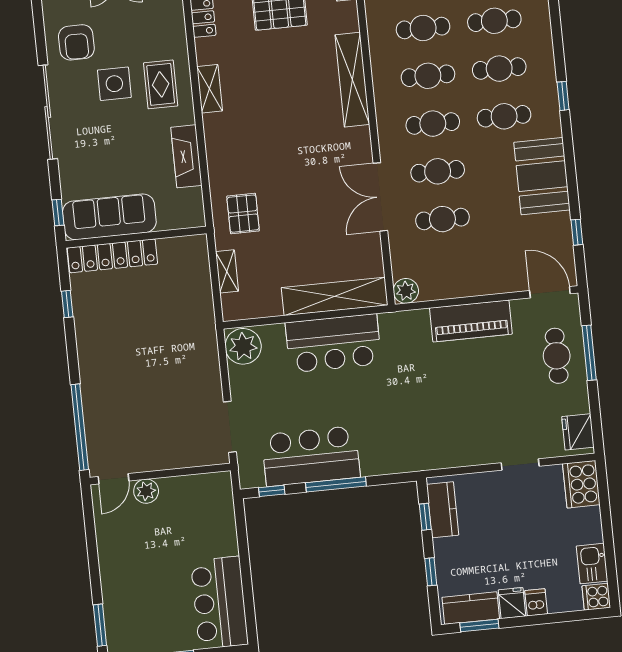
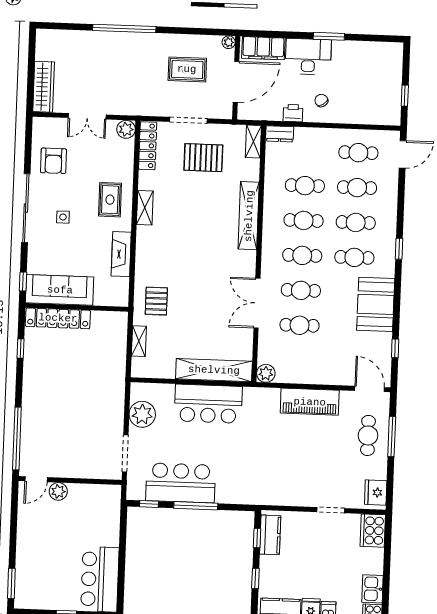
side table: (114, 84) -> (63, 217), moved, width x0.54, depth x0.54
plant: (243, 346) -> (142, 414), moved

